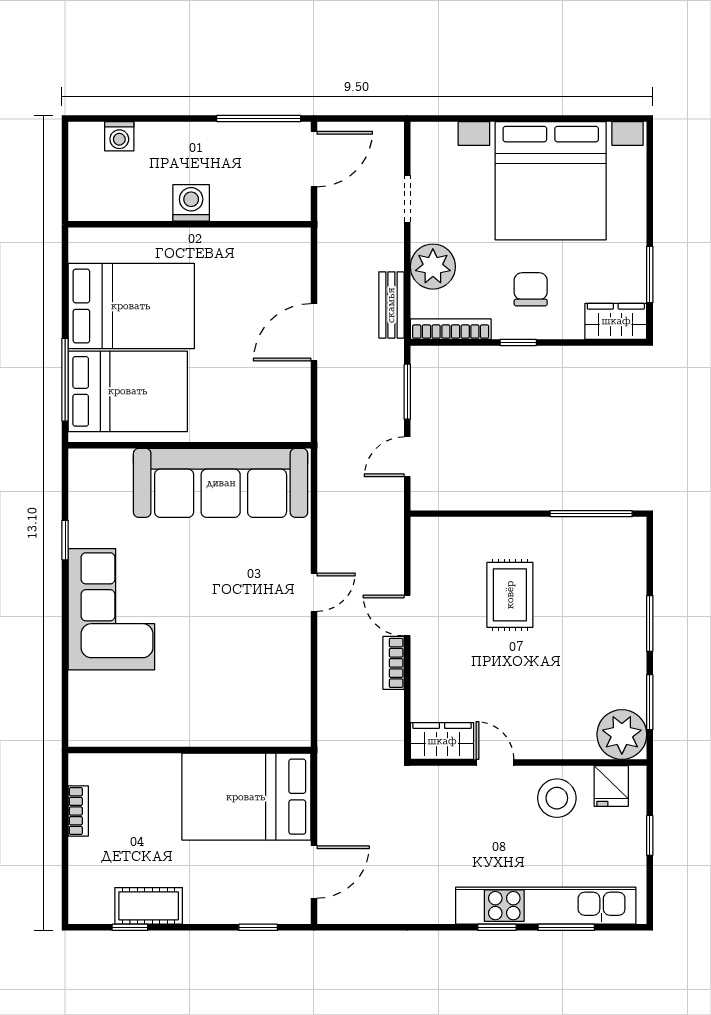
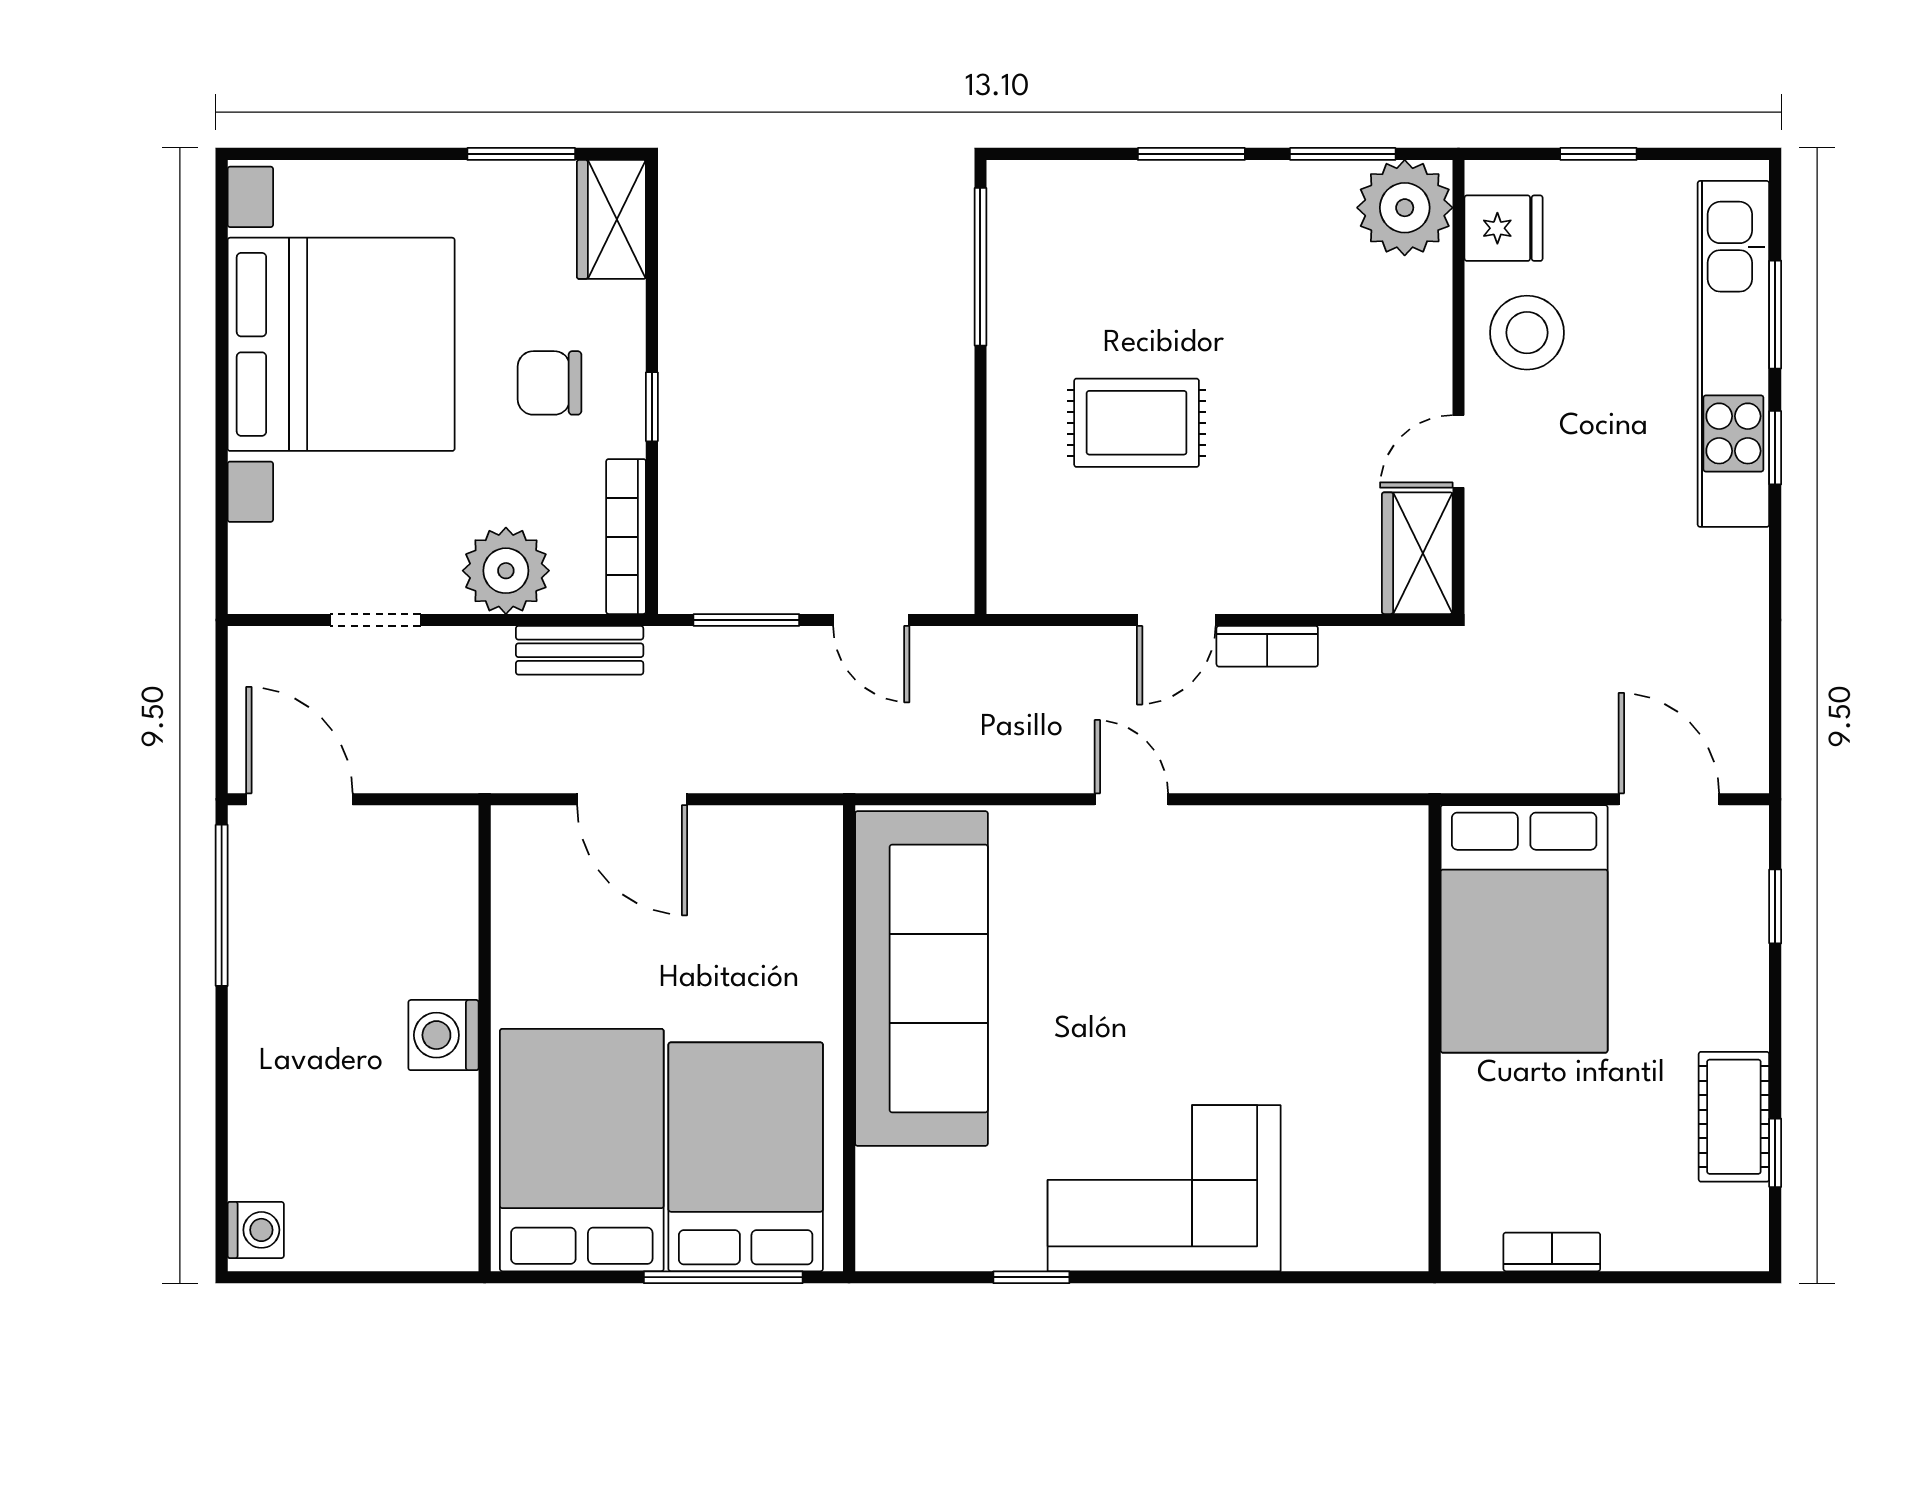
washing machine: (119, 136) -> (256, 1230), moved
washing machine: (191, 203) -> (443, 1035), moved
wall: (189, 224) -> (485, 1038), moved

